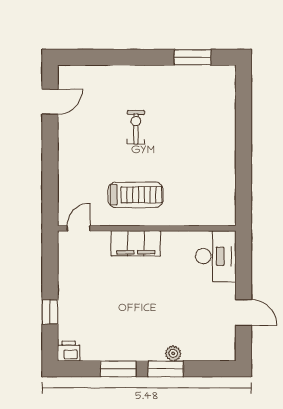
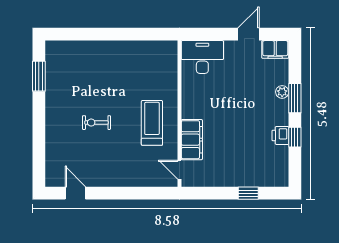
filing cabinet: (136, 243) -> (192, 140), moved
filing cabinet: (225, 345) -> (275, 49), added
printer: (69, 351) -> (280, 135), moved
window: (118, 369) -> (295, 137), width x0.67

